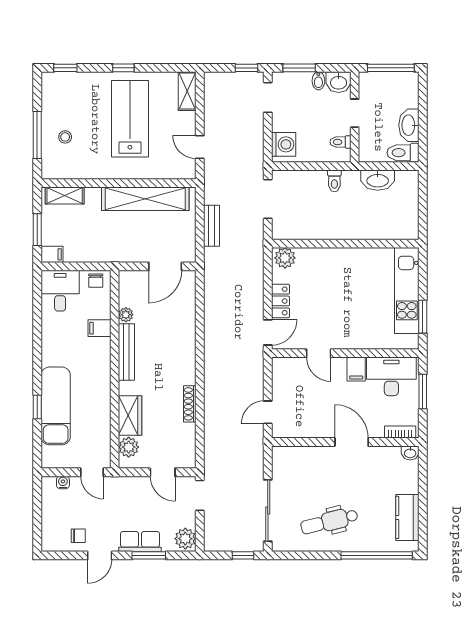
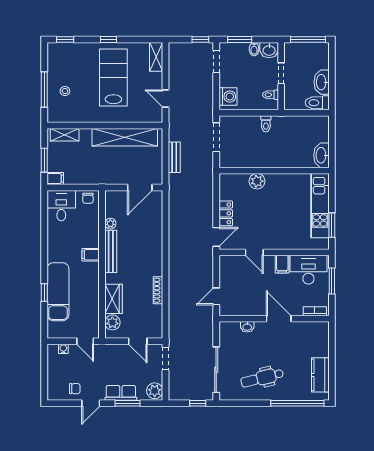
washbasin: (378, 180) -> (321, 155), moved, turned 90
plant: (285, 258) -> (257, 181), moved
filing cabinet: (99, 328) -> (91, 255), moved
washbasin: (410, 453) -> (247, 327), moved

